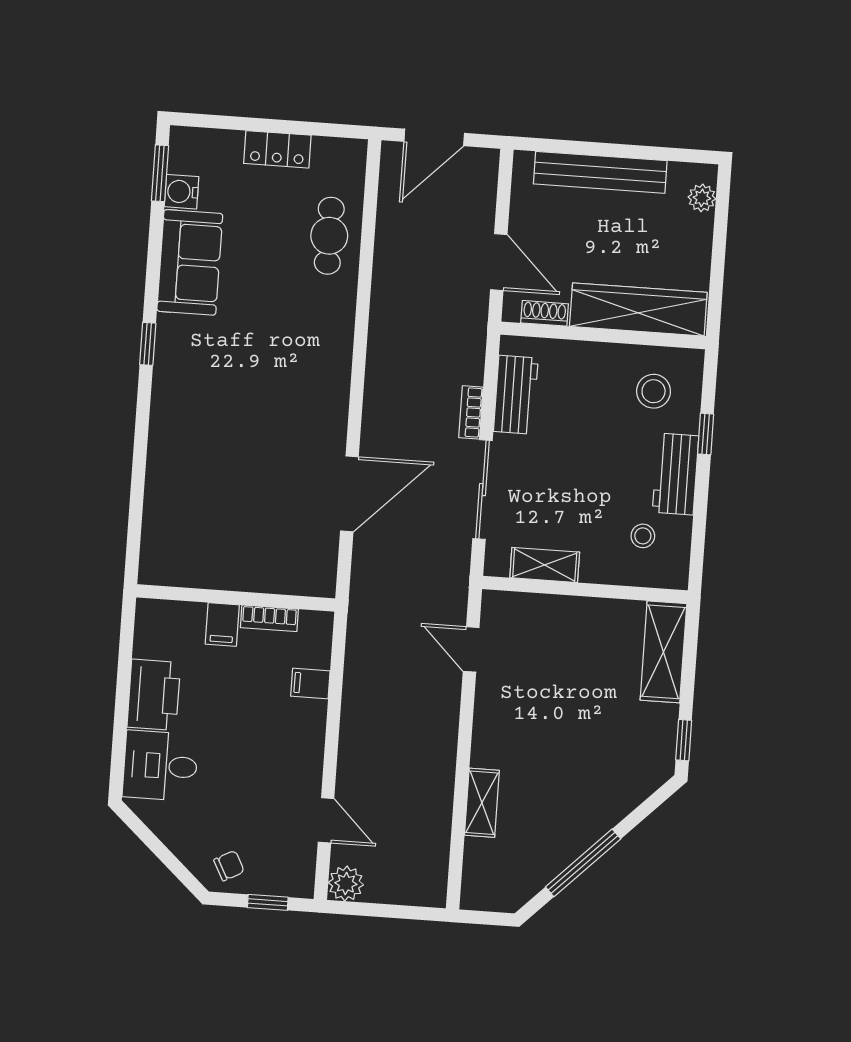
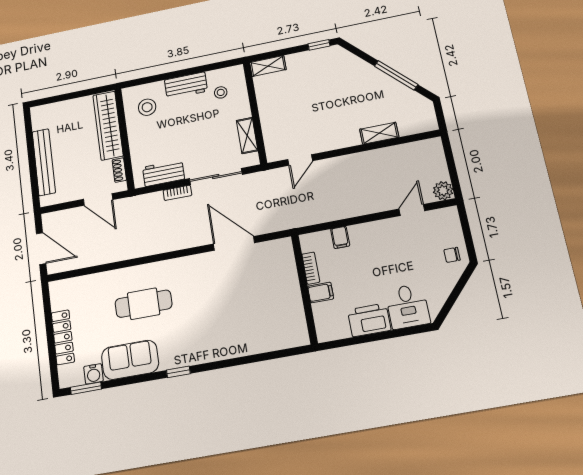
locker: (277, 149) -> (63, 337), width x1.53
plant: (702, 198) -> (47, 111), removed
cafe table: (329, 236) -> (144, 304), moved, width x1.37, depth x1.35
door: (499, 262) -> (98, 199), swing flipped
window: (706, 434) -> (163, 77), removed
shelving: (663, 652) -> (268, 66), width x0.67, depth x0.75
chair: (229, 866) -> (452, 255), turned -62
window: (268, 902) -> (466, 229), removed

